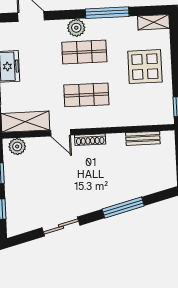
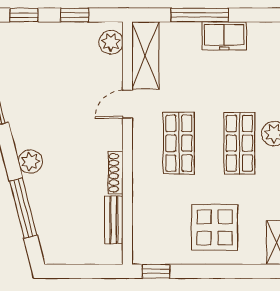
shoe rack: (90, 140) -> (116, 173), moved
plant: (105, 199) -> (30, 161), added
window: (123, 207) -> (23, 208), moved

